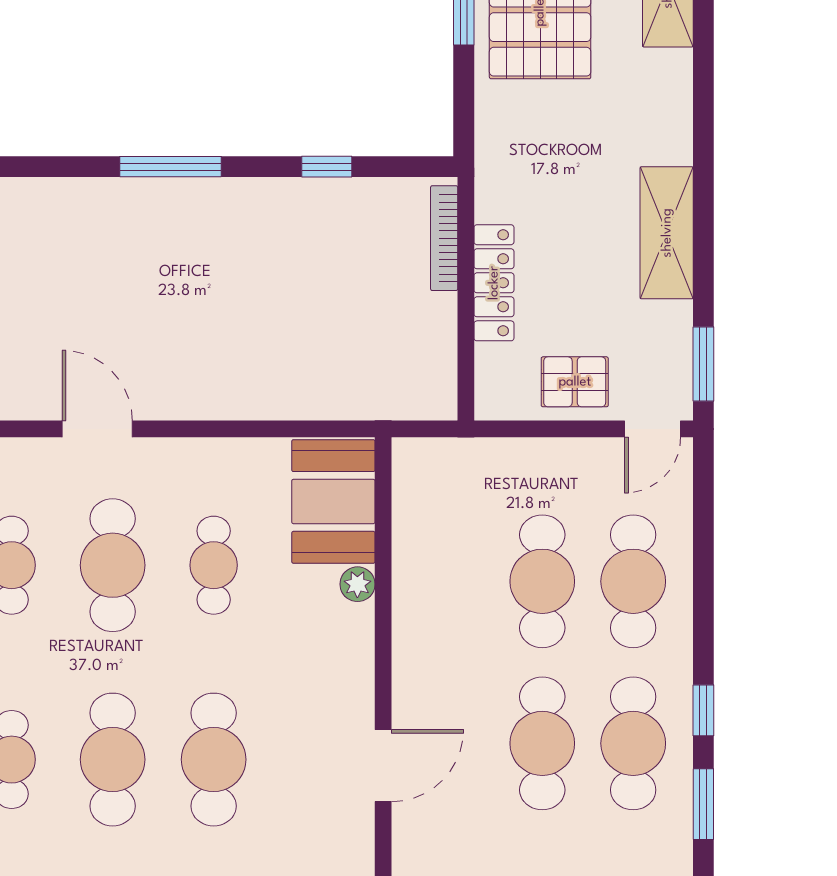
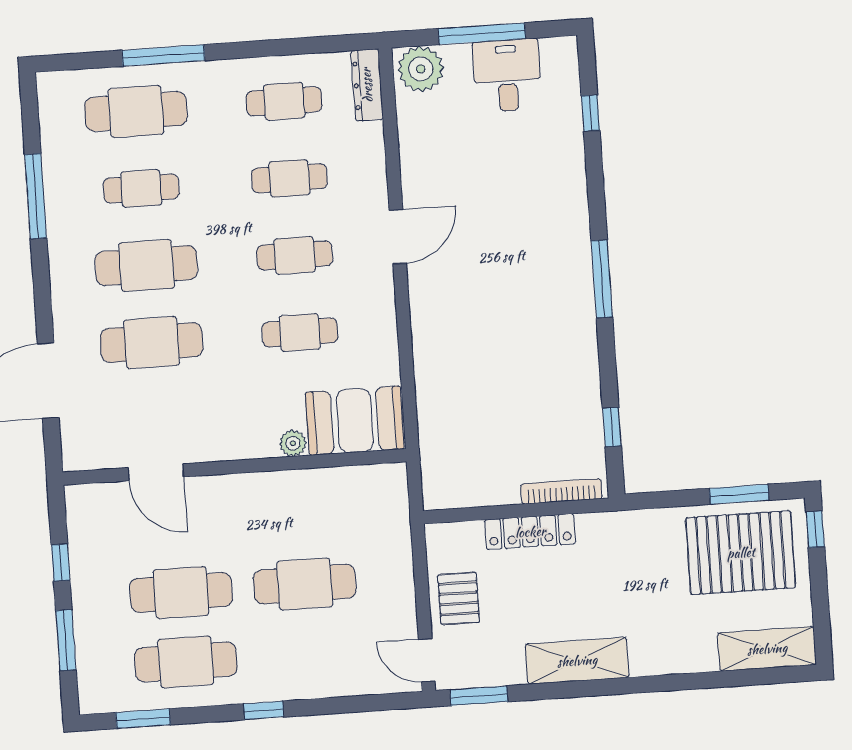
window: (327, 167) -> (612, 427), moved
cafe table: (113, 565) -> (295, 255), width x0.73, depth x0.74
cafe table: (633, 581) -> (309, 653), removed
window: (703, 710) -> (264, 710), moved

